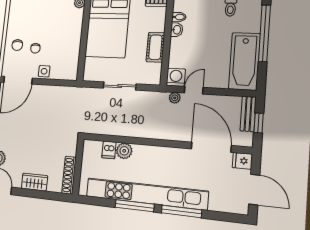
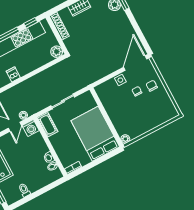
cot: (155, 47) -> (48, 125), moved
dishwasher: (109, 150) -> (13, 74), moved
plant: (124, 151) -> (57, 52), moved
window: (98, 201) -> (31, 23), added

